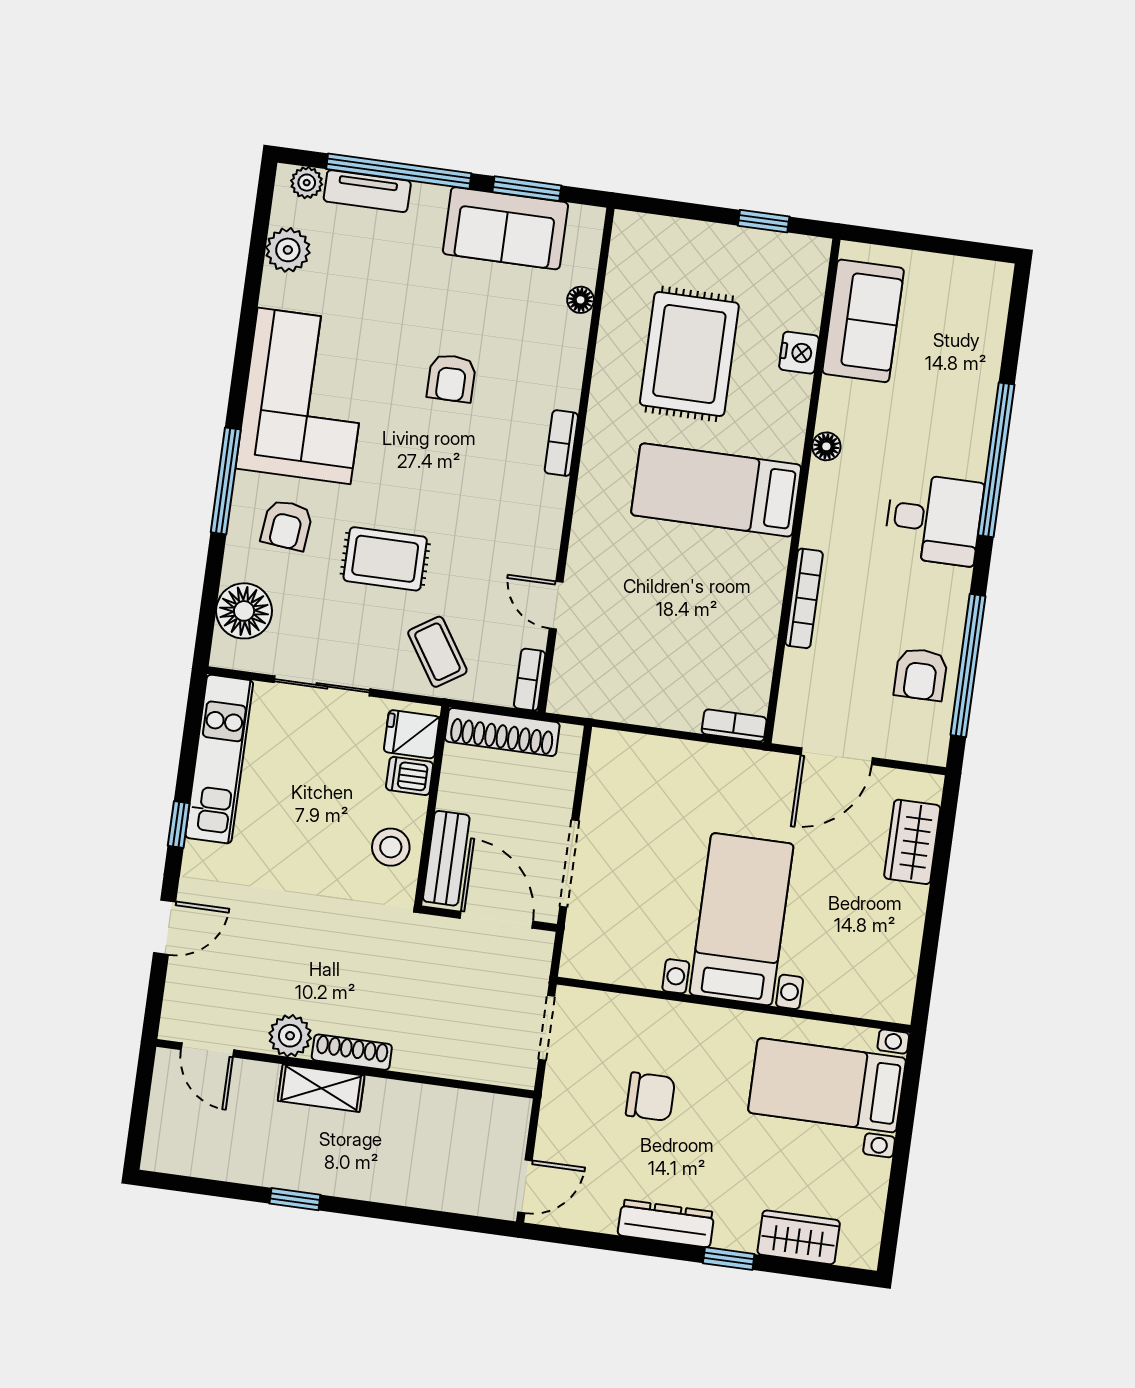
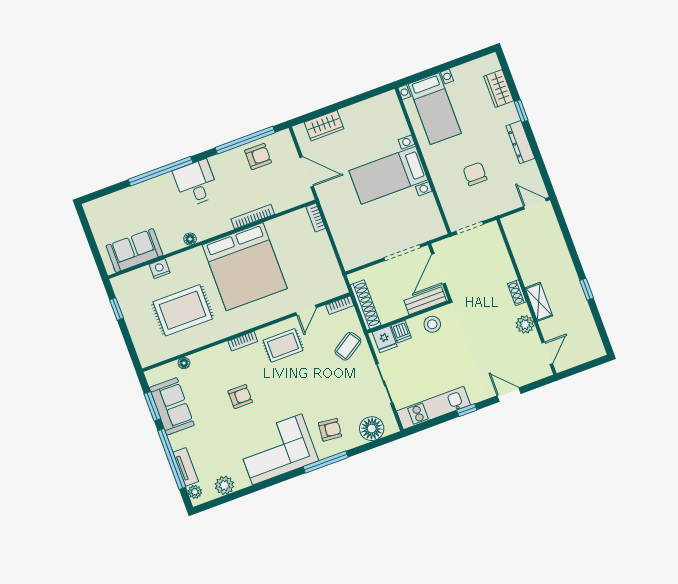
bed: (716, 490) -> (245, 267), width x2.04
rug: (385, 559) -> (283, 345), moved, turned 90
shoe rack: (352, 1052) -> (517, 293), width x0.70

